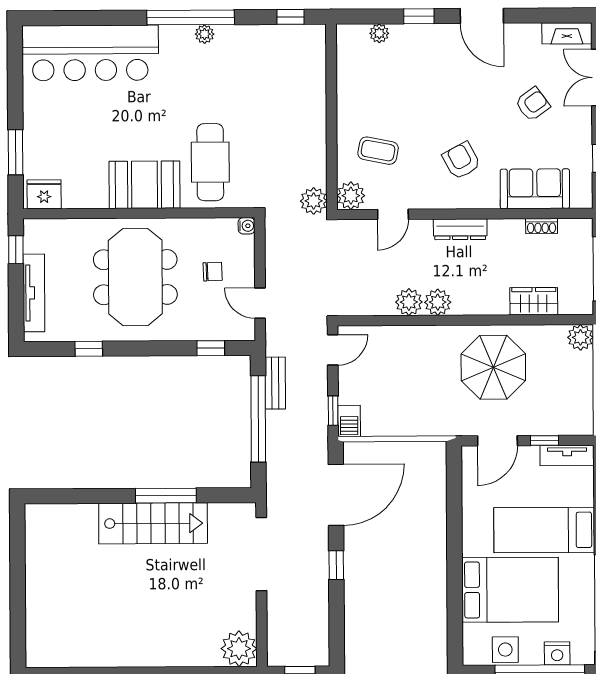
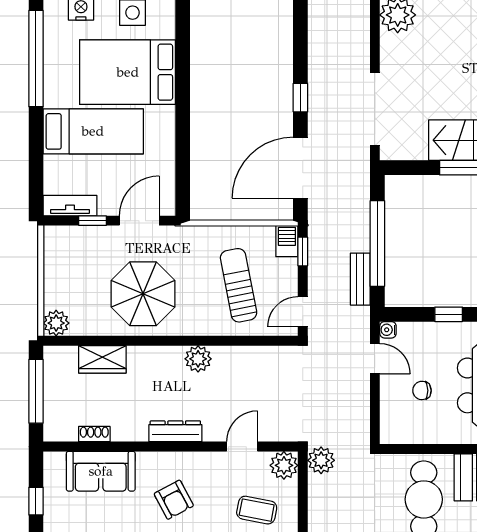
water cooler: (247, 226) -> (388, 330), moved
plant: (409, 302) -> (227, 359), removed
window: (211, 348) -> (449, 314), moved
sun lounger: (397, 376) -> (239, 285), added

